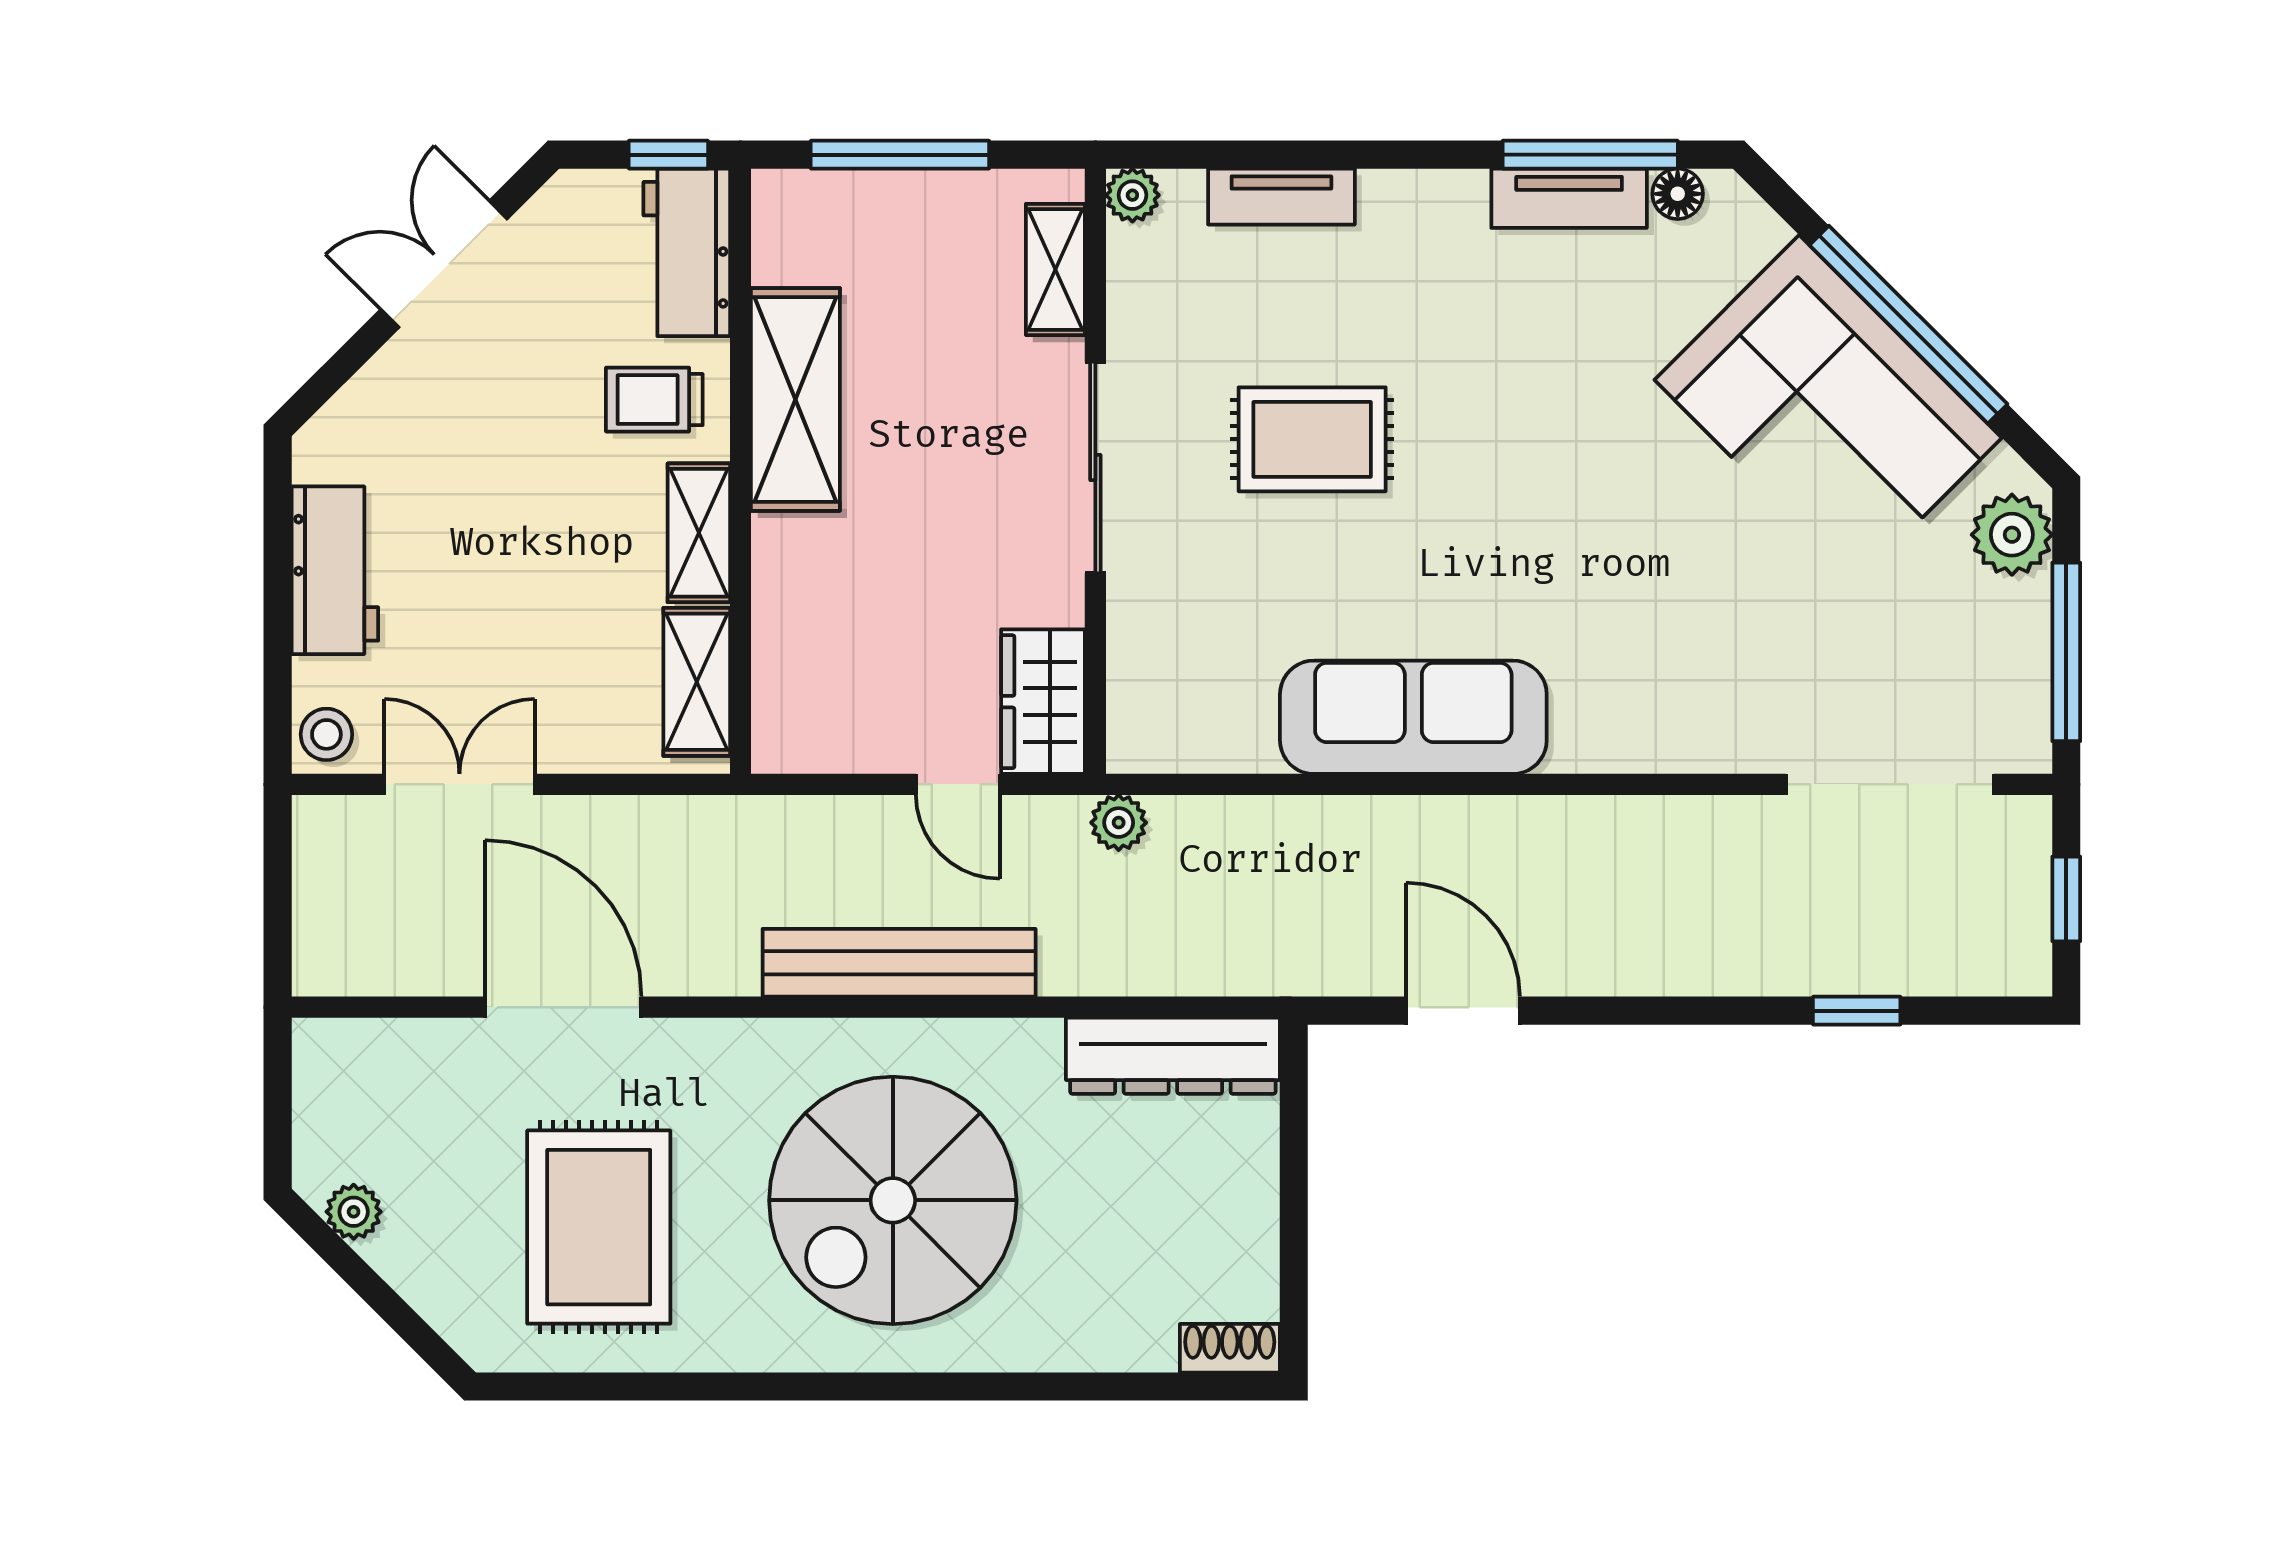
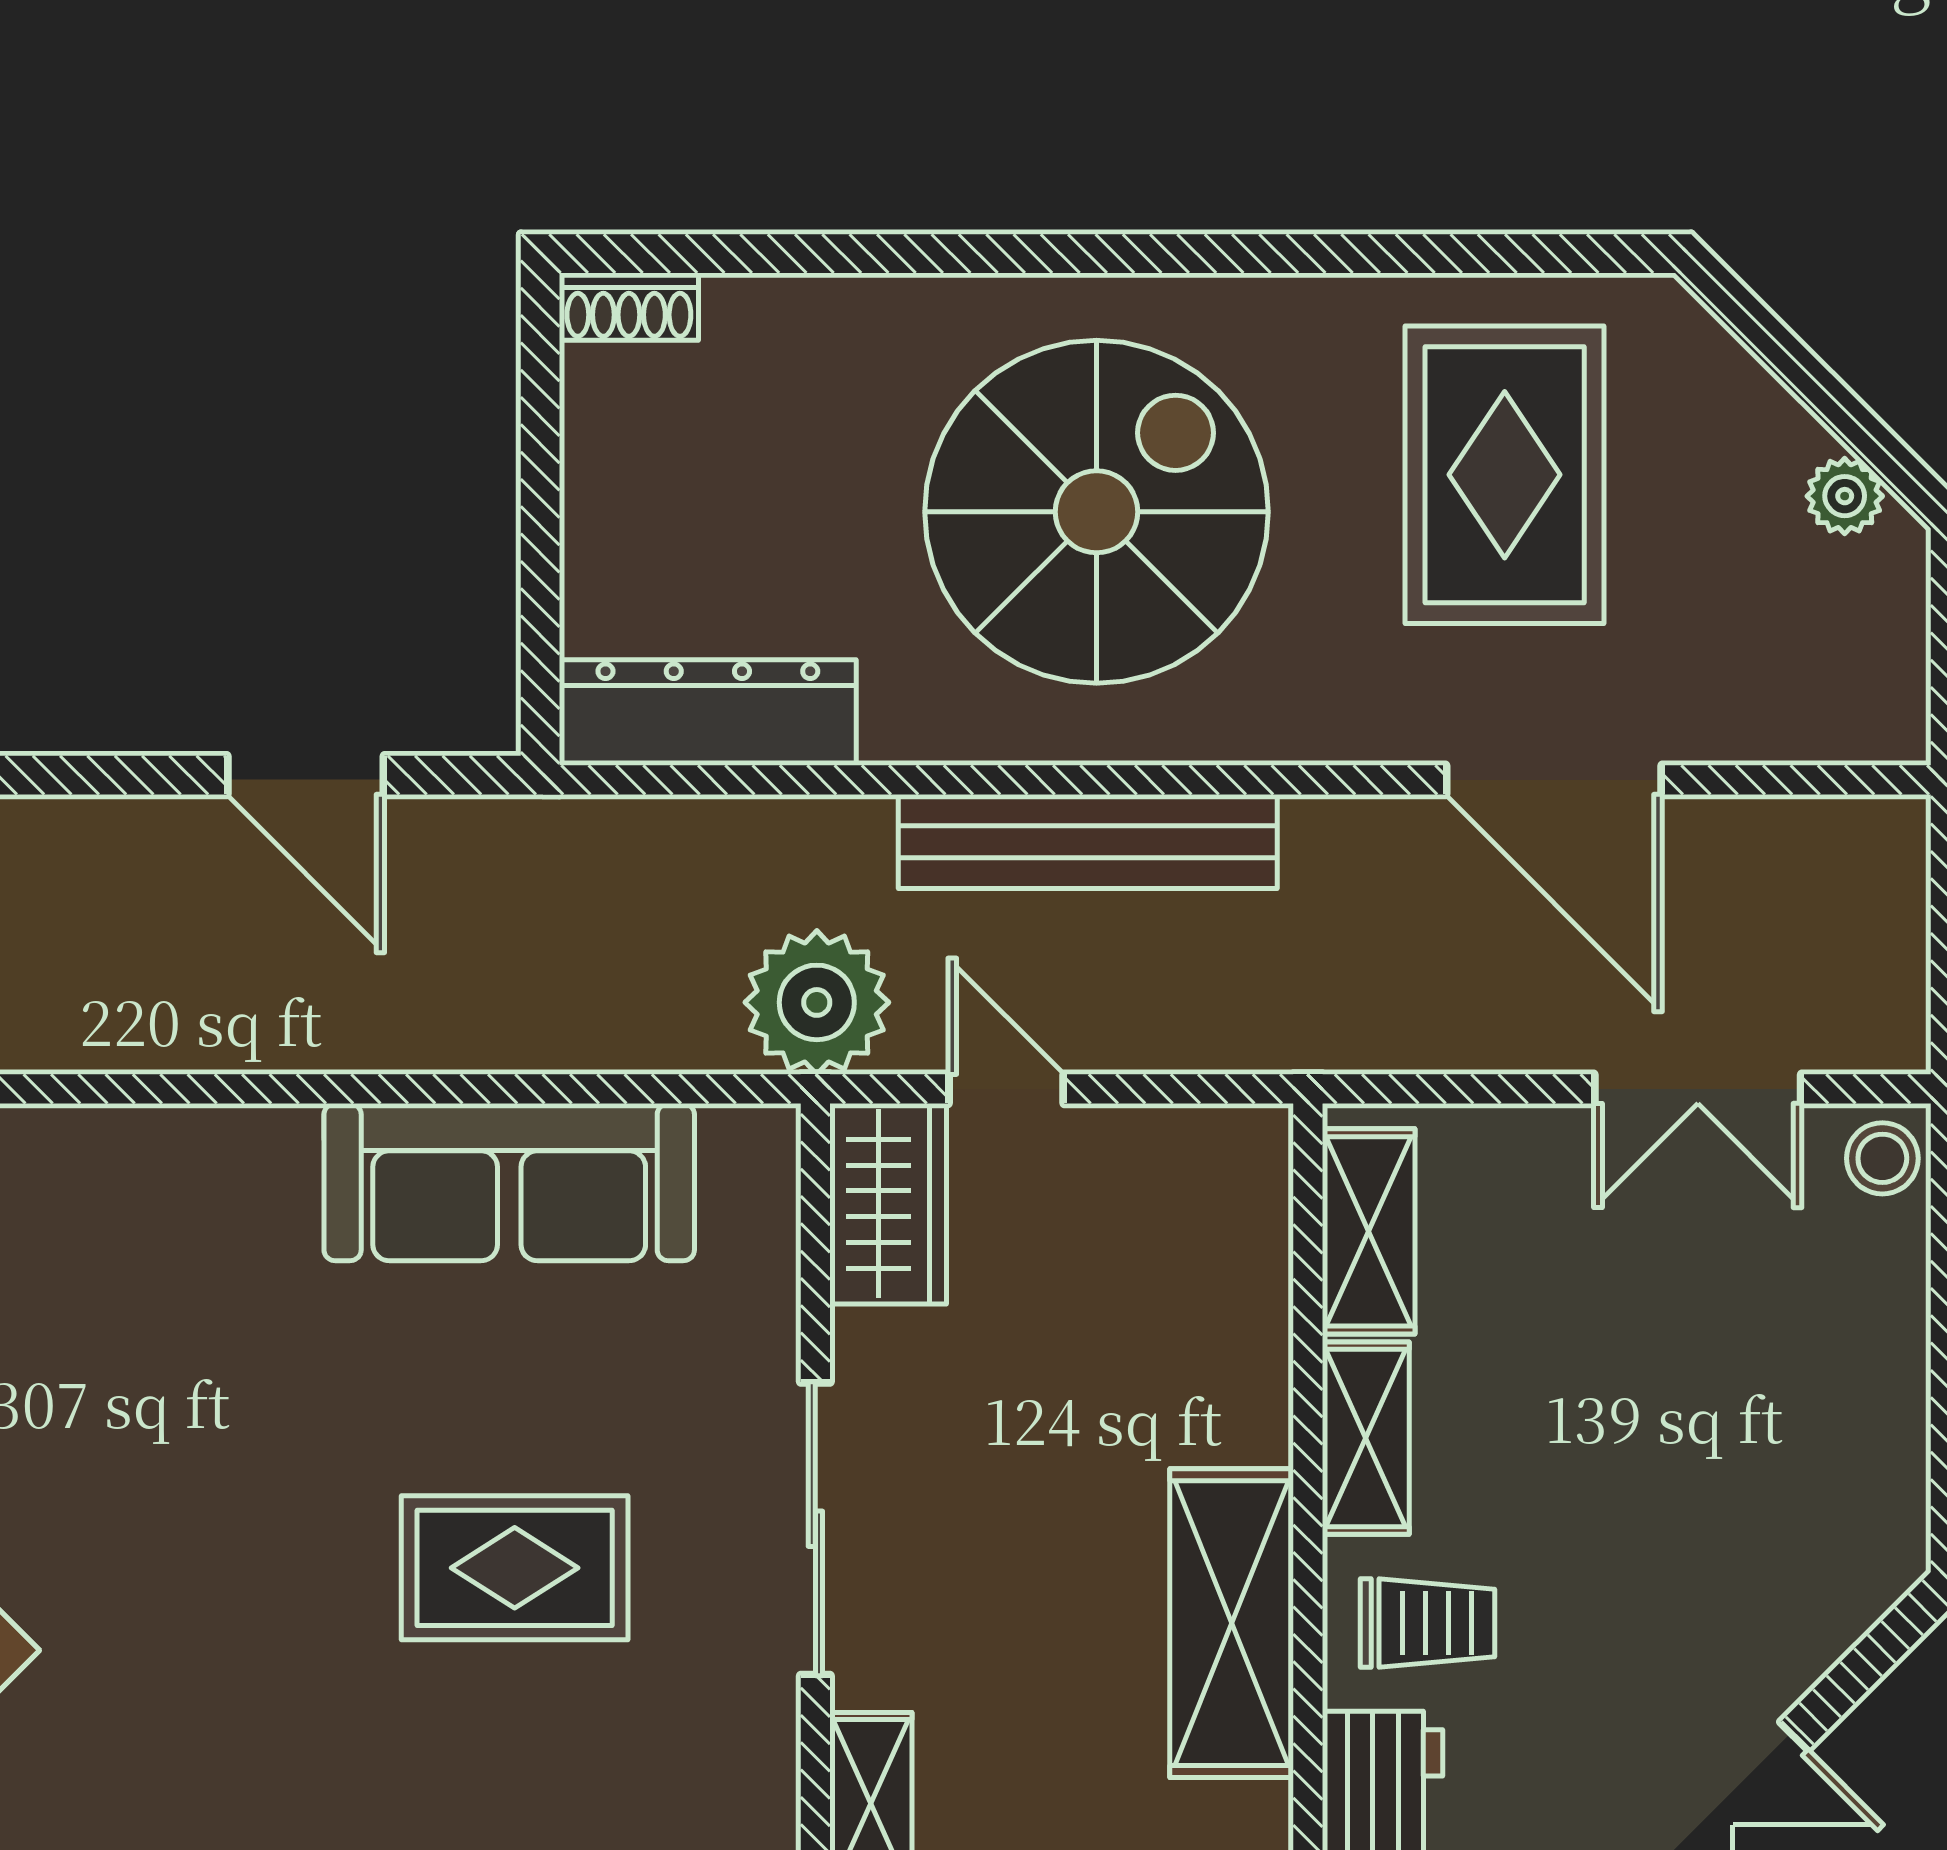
workbench: (335, 570) -> (1871, 1386), removed
sofa: (1413, 717) -> (509, 1182), moved
plant: (1119, 823) -> (817, 1002), width x1.88, depth x1.88

